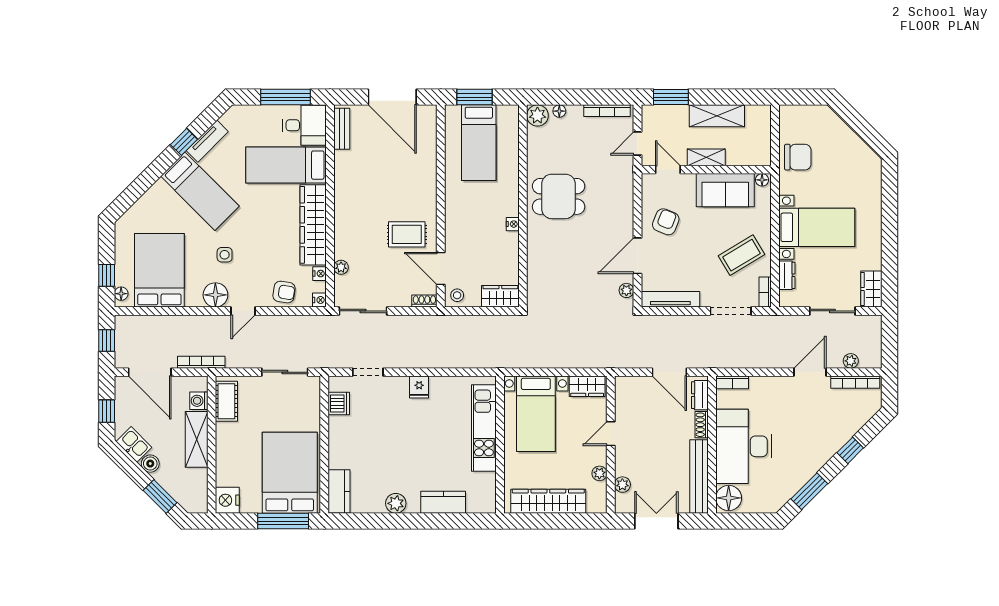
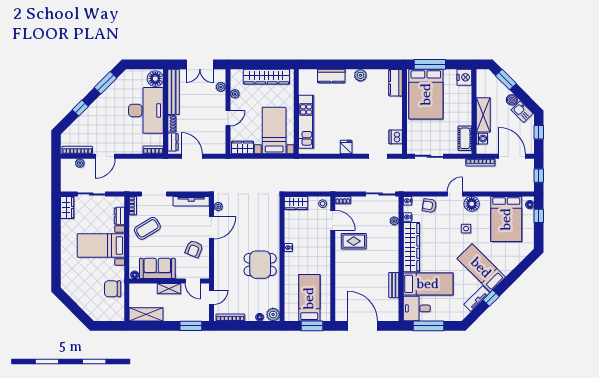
shelving: (717, 116) -> (146, 314), moved
bench: (342, 129) -> (394, 285), moved

